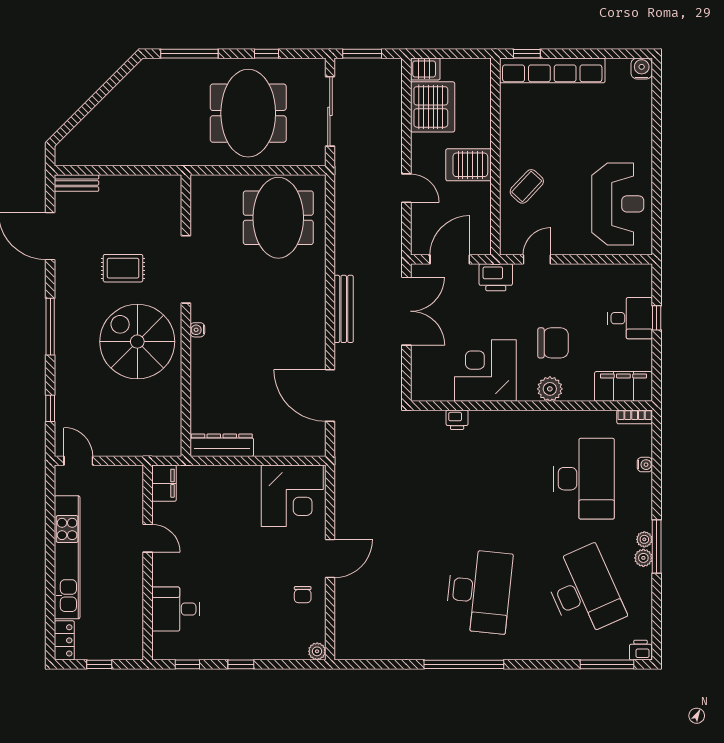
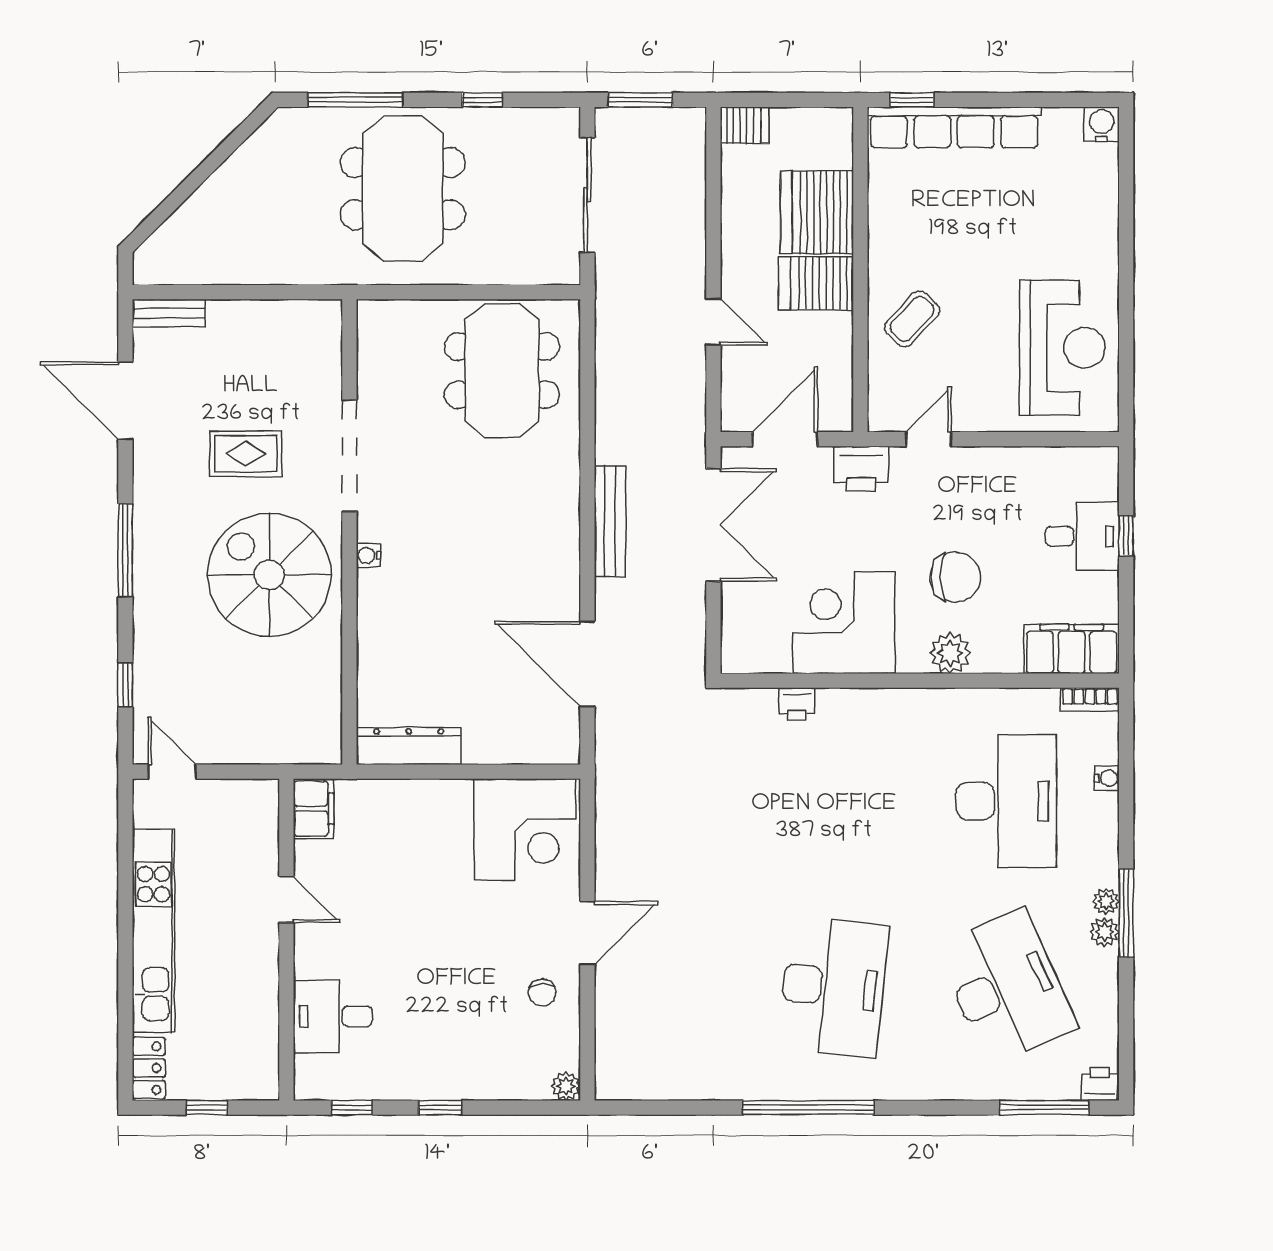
server rack: (433, 107) -> (817, 212), moved, turned 180
meeting table: (248, 113) -> (403, 189), moved

